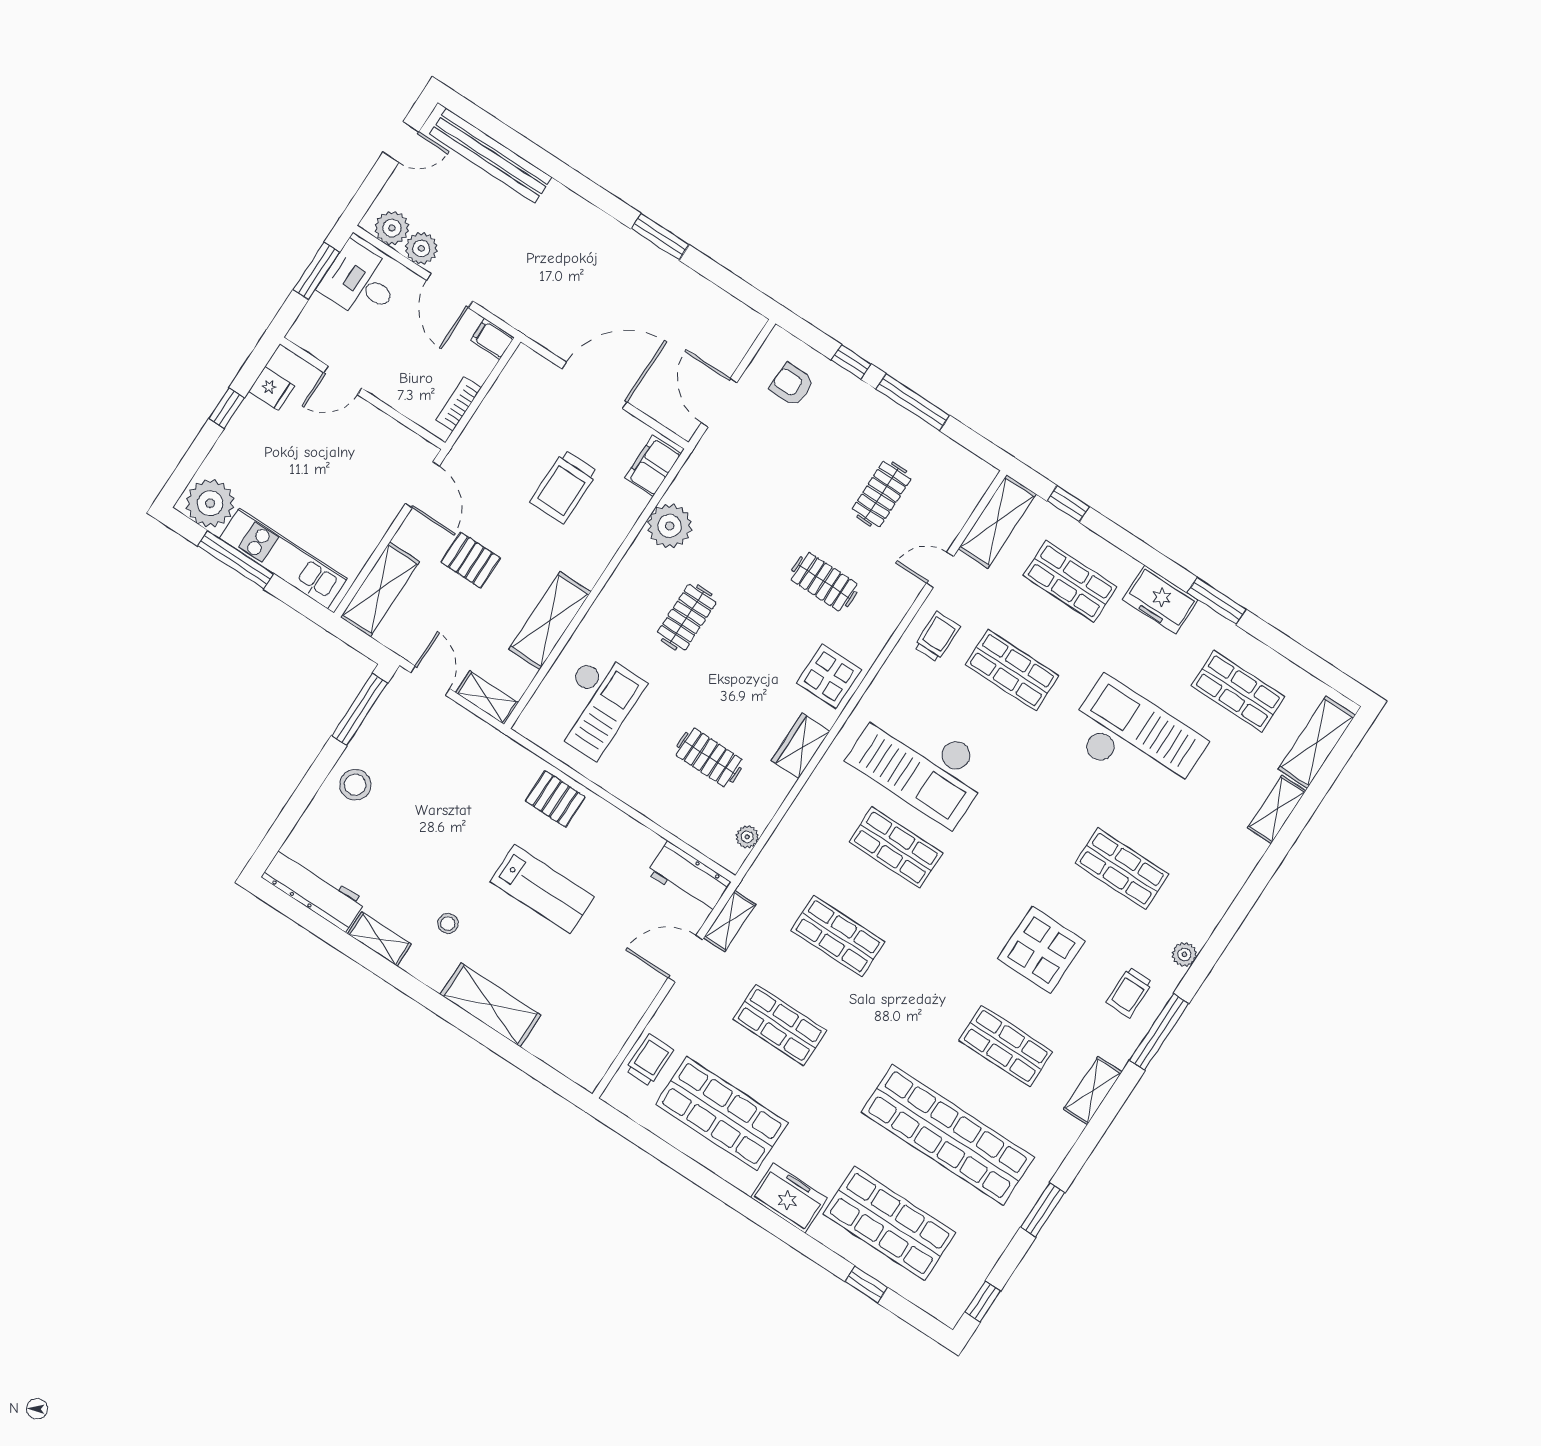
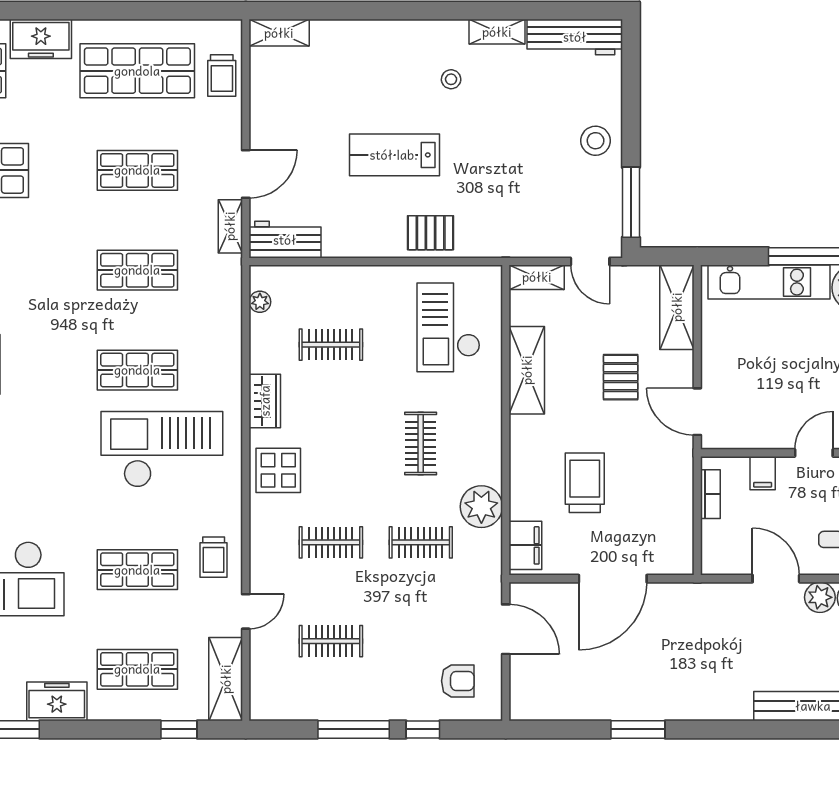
filing cabinet: (492, 339) -> (763, 473), moved, turned 90
clothes rail: (882, 494) -> (331, 641), turned 90
clothes rail: (744, 530) -> (421, 542), added
pallet: (470, 560) -> (621, 377), turned 90
shelving: (491, 1005) -> (279, 33), moved, width x0.67, depth x0.75

